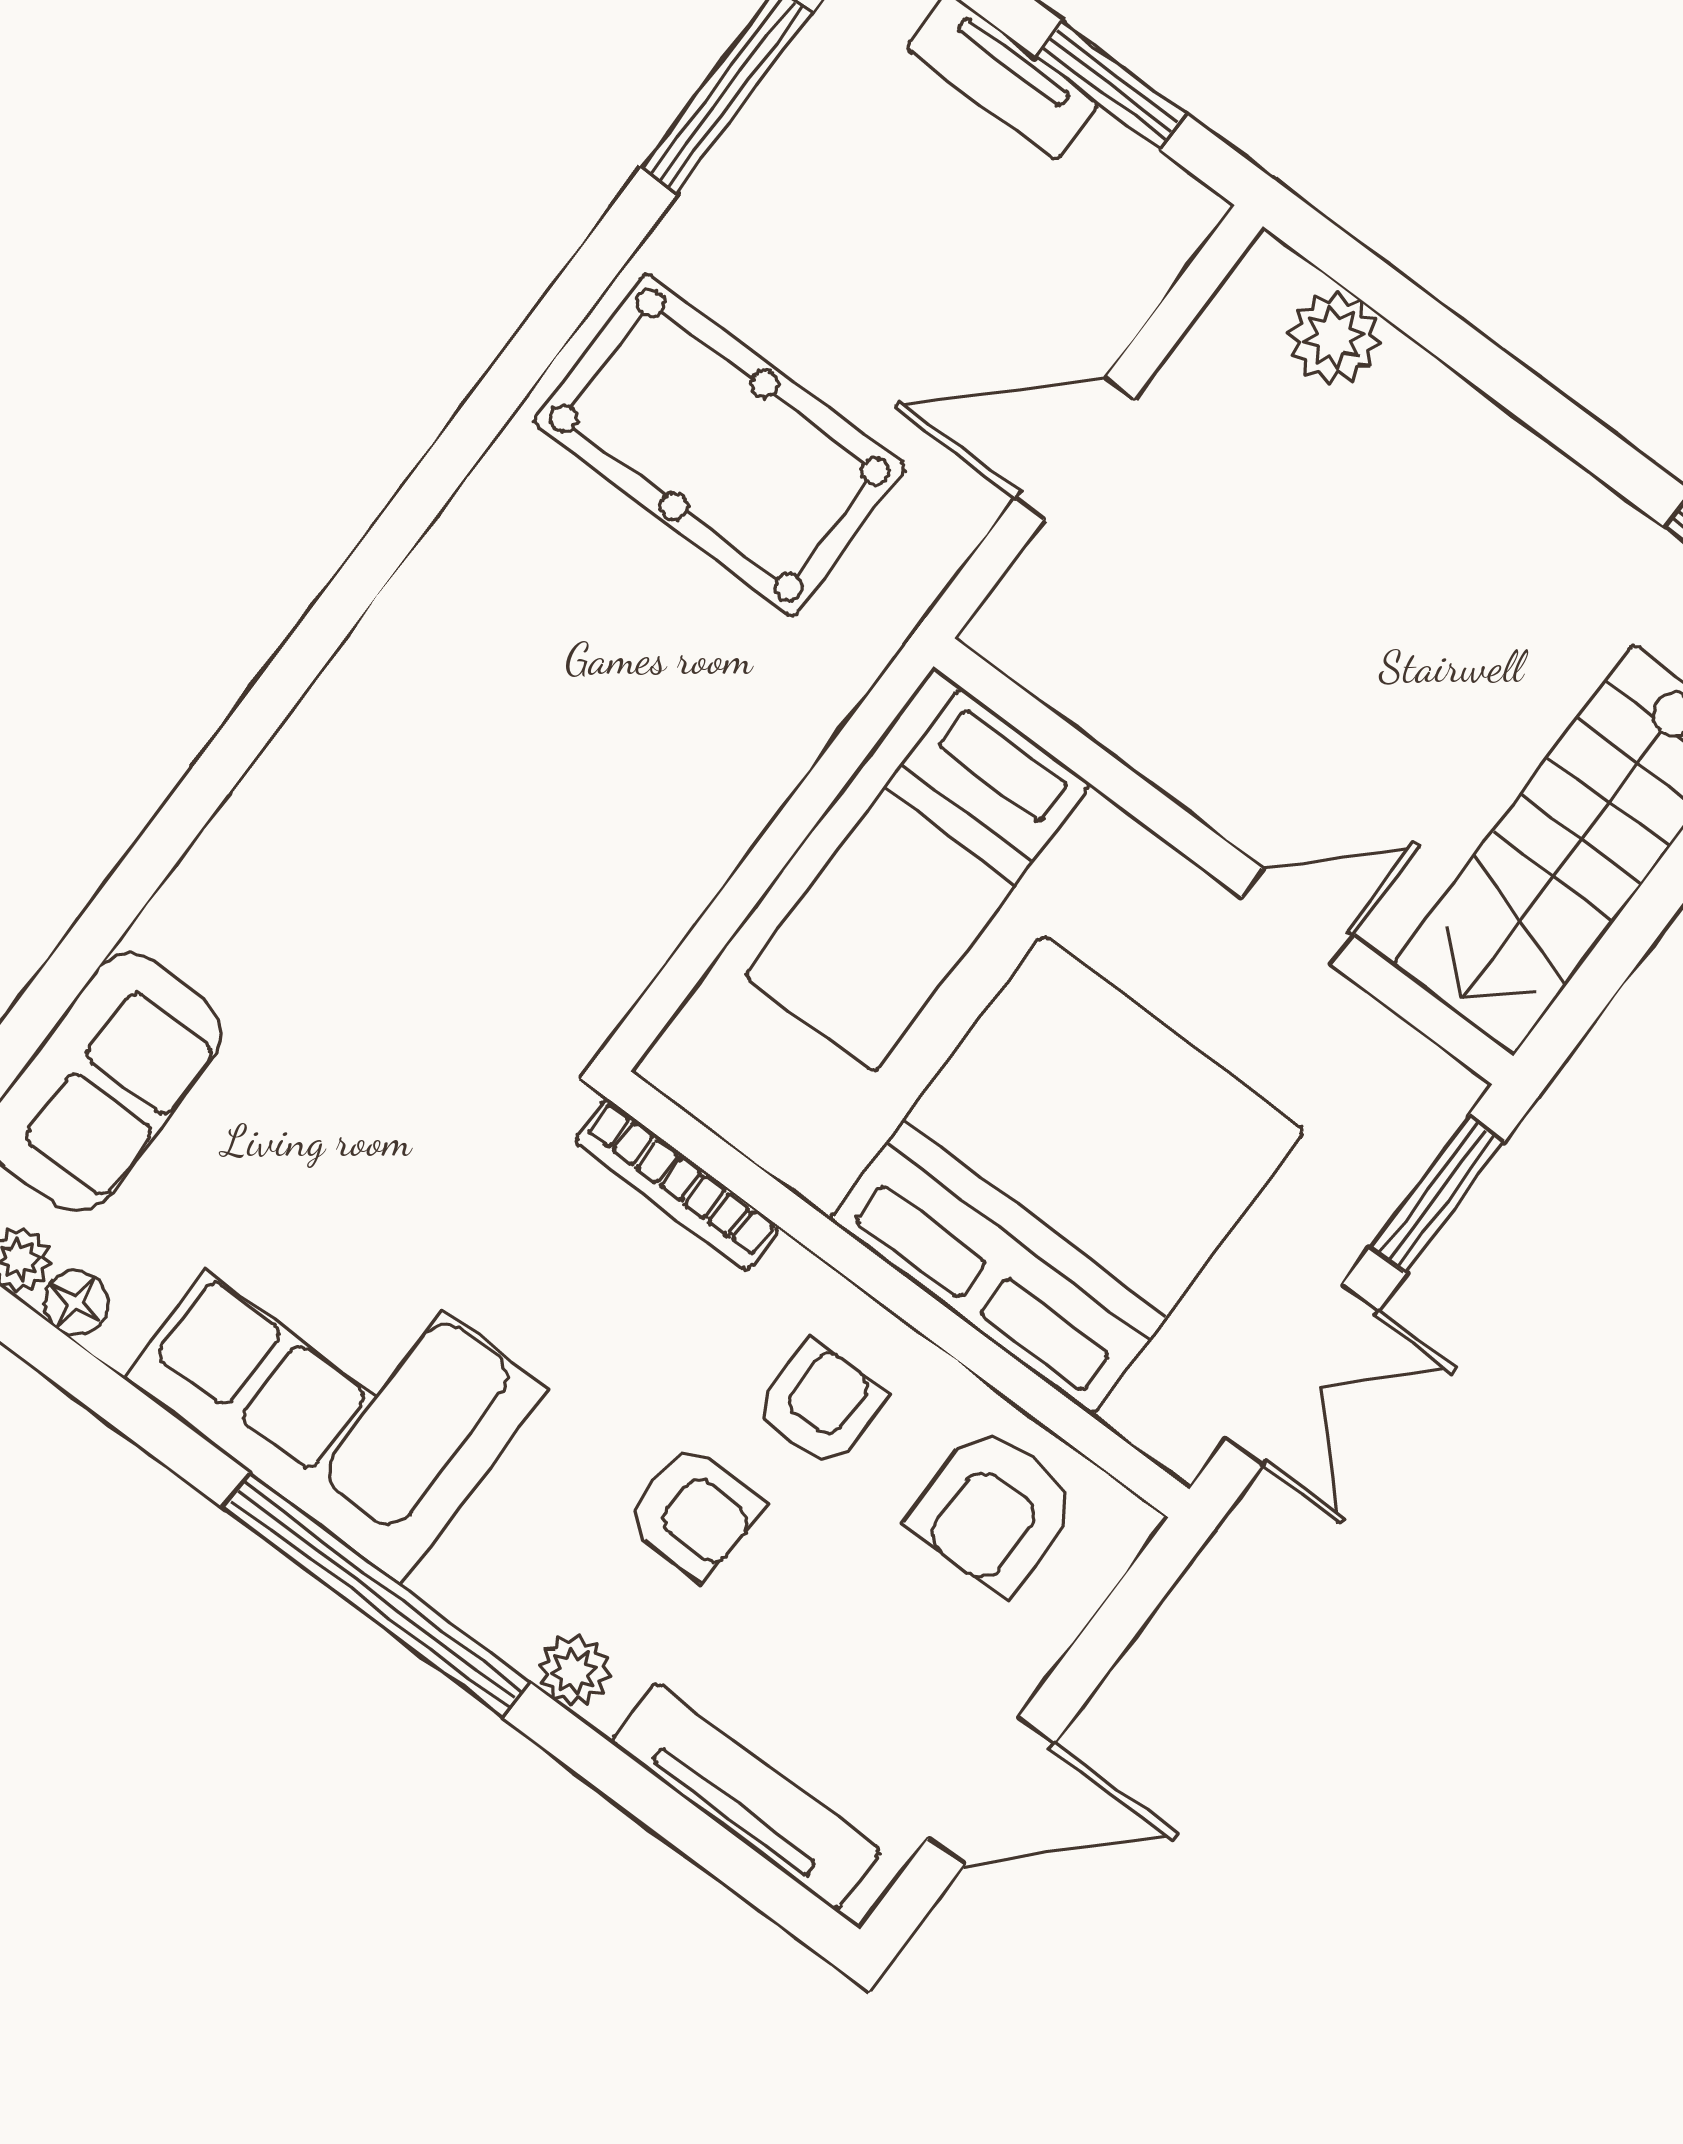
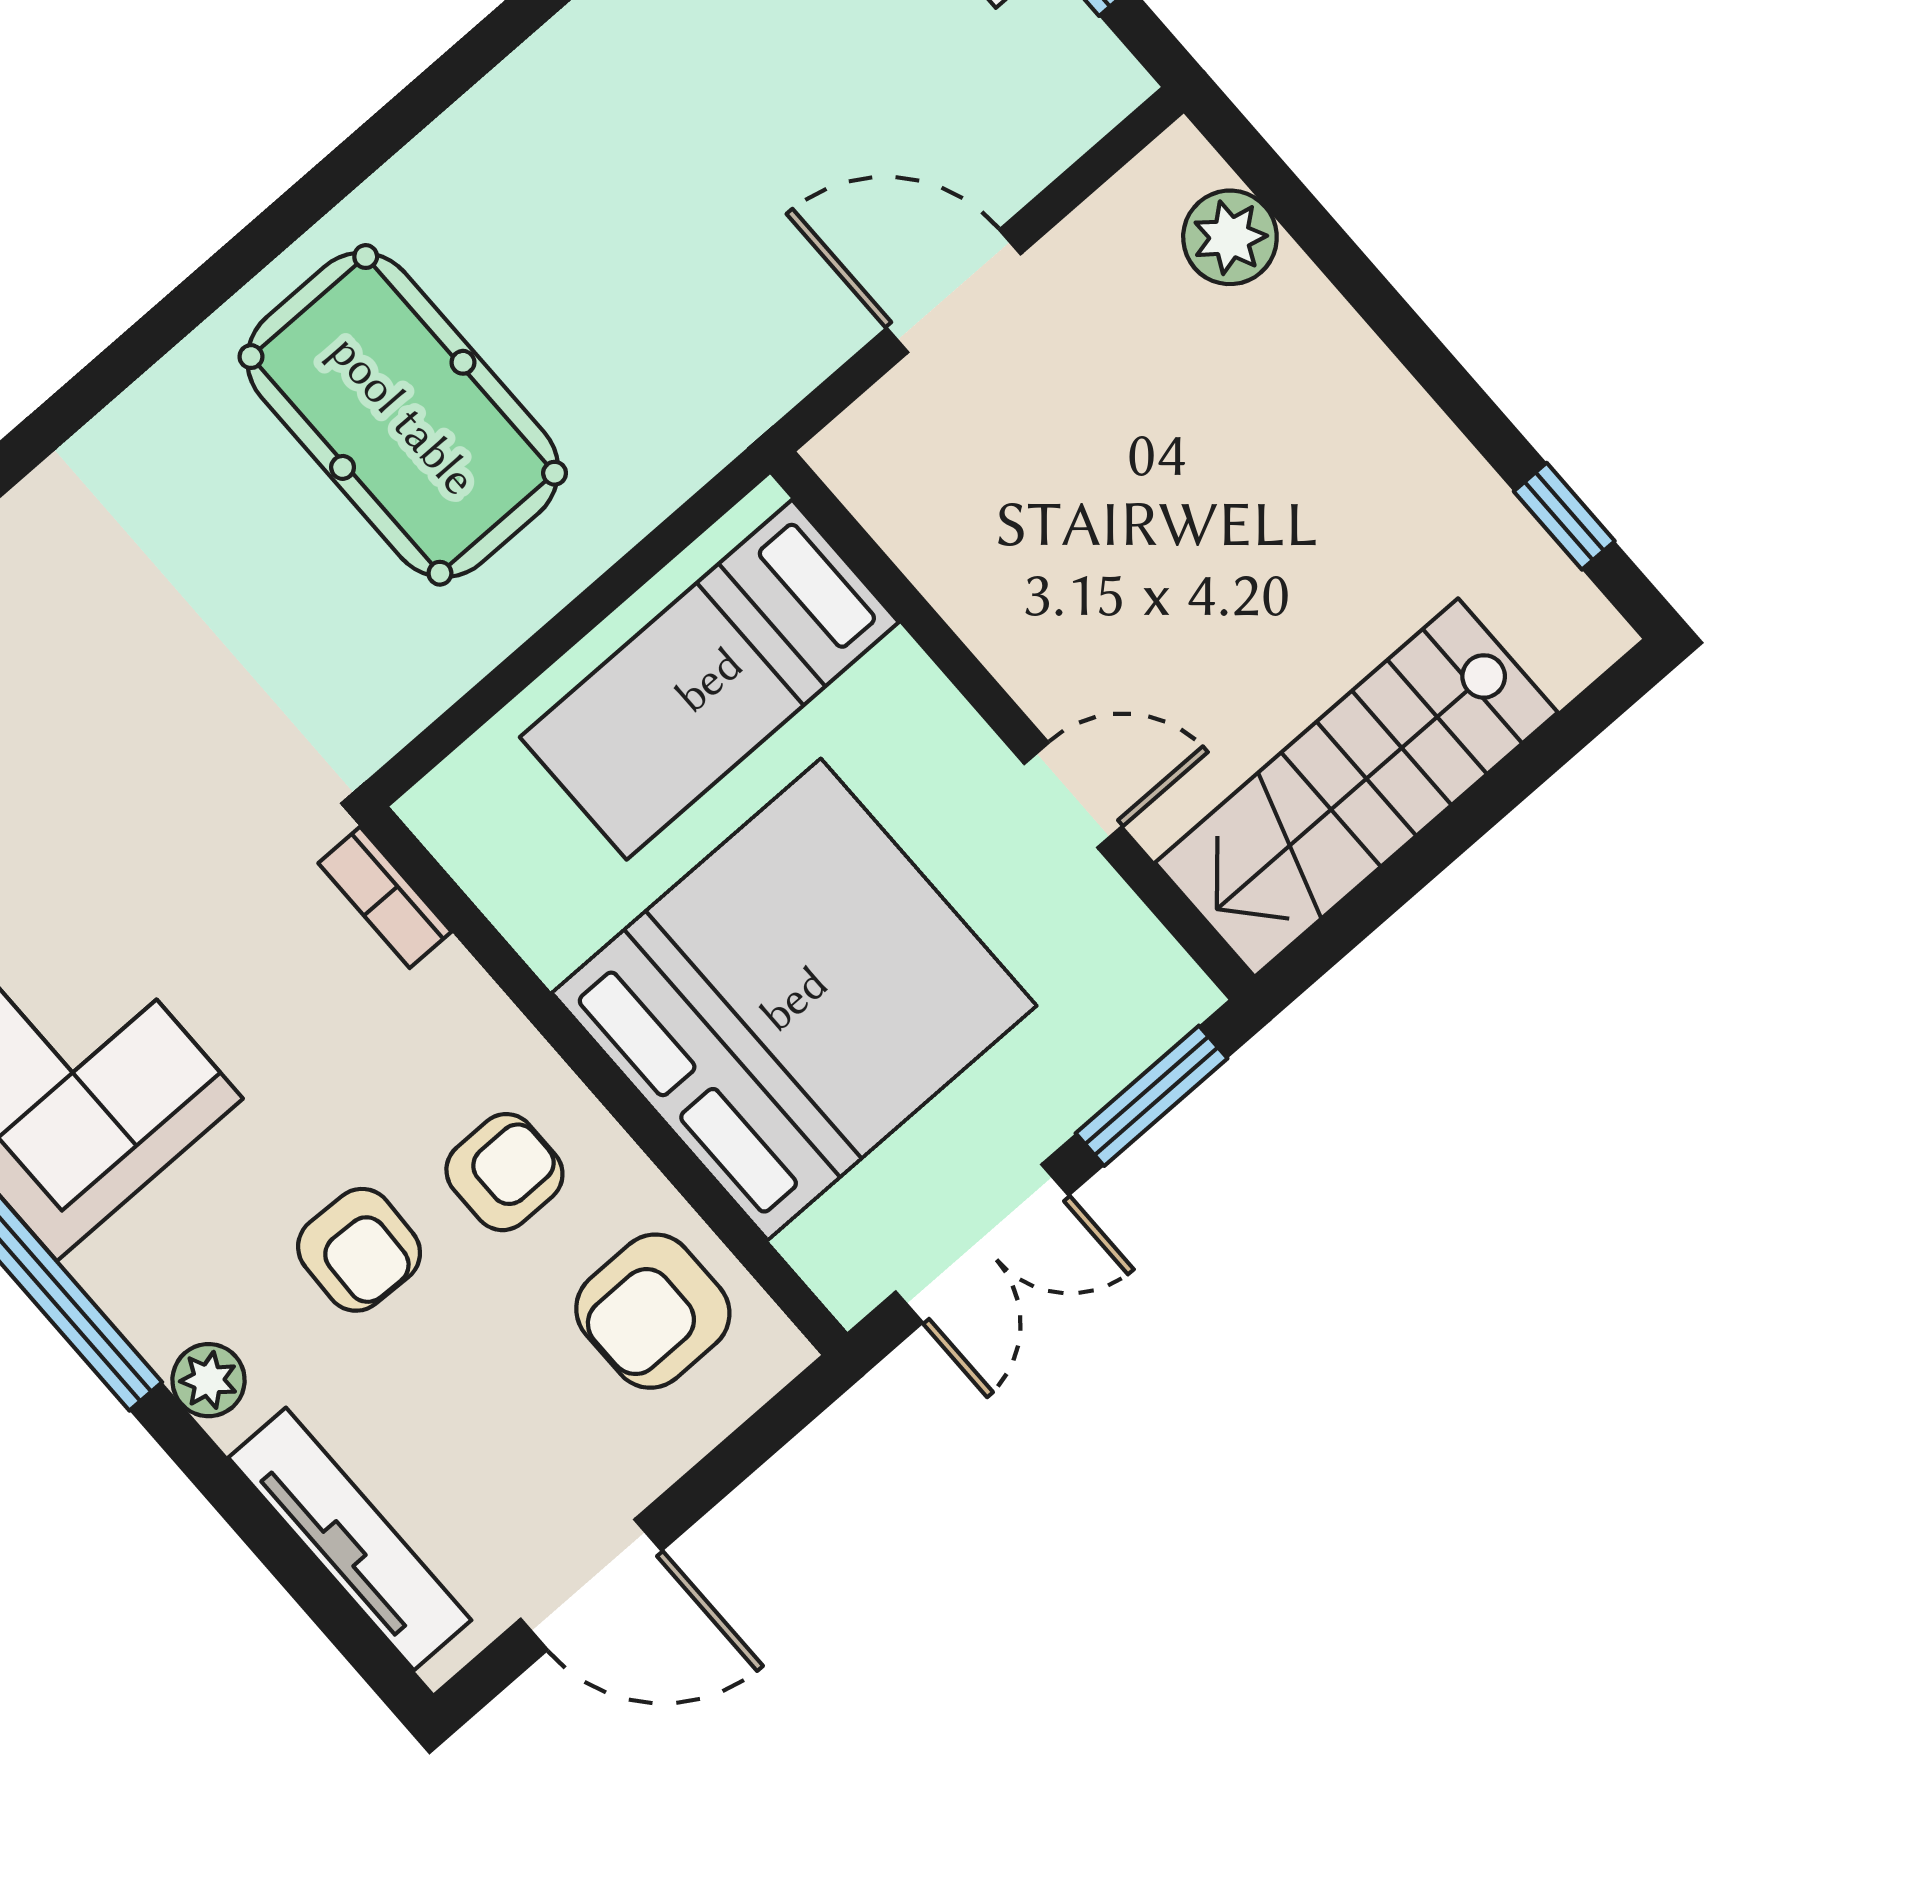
pool table: (719, 445) -> (403, 415), moved
bookcase: (677, 1185) -> (385, 897), width x0.64

